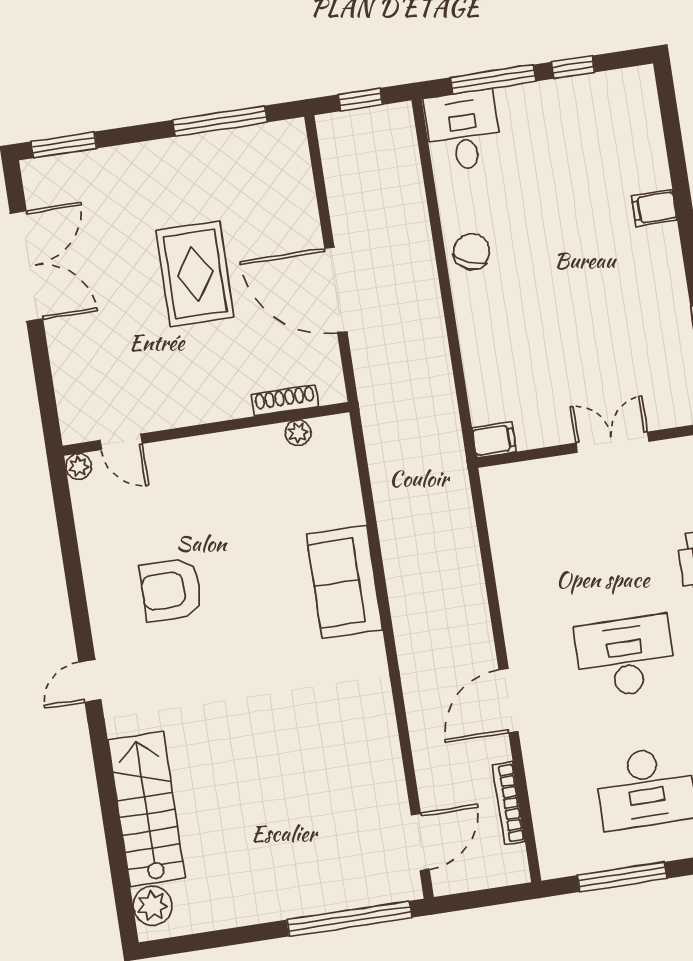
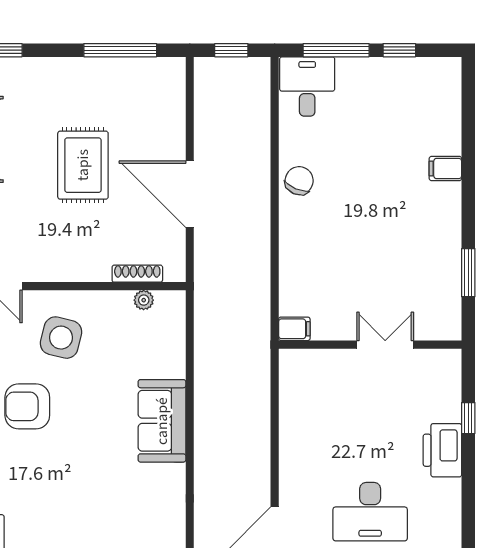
side table: (201, 496) -> (61, 338), added
desk: (625, 657) -> (370, 512), turned 180

